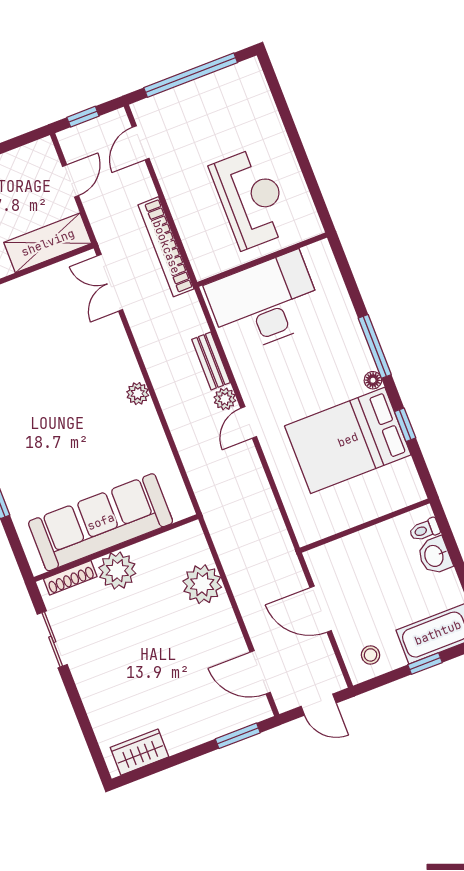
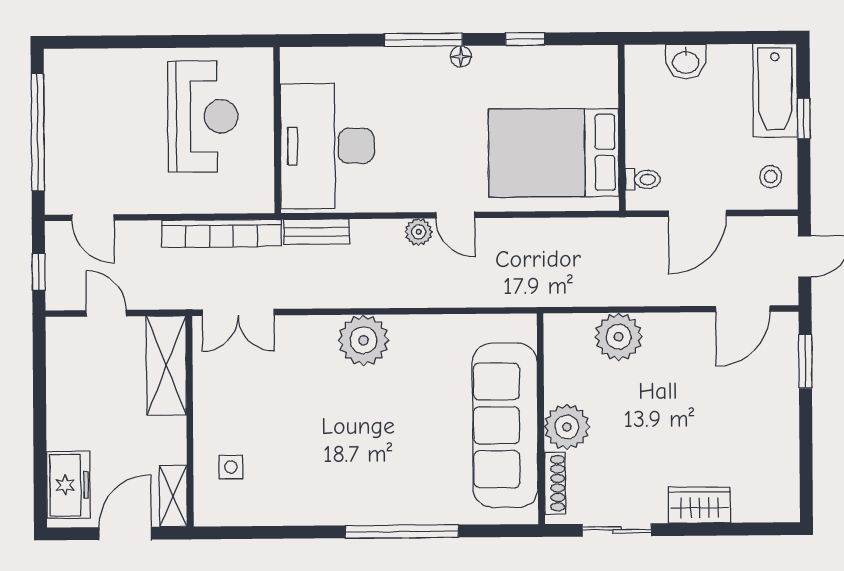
reception desk: (251, 198) -> (203, 116), turned 90
bench: (211, 361) -> (316, 232), moved
plant: (138, 394) -> (363, 340), width x1.88, depth x1.88
bed: (348, 440) -> (554, 153), moved, turned 90
toilet: (425, 530) -> (643, 179), moved, turned -90
wardrobe: (139, 752) -> (699, 505), moved, turned 90

